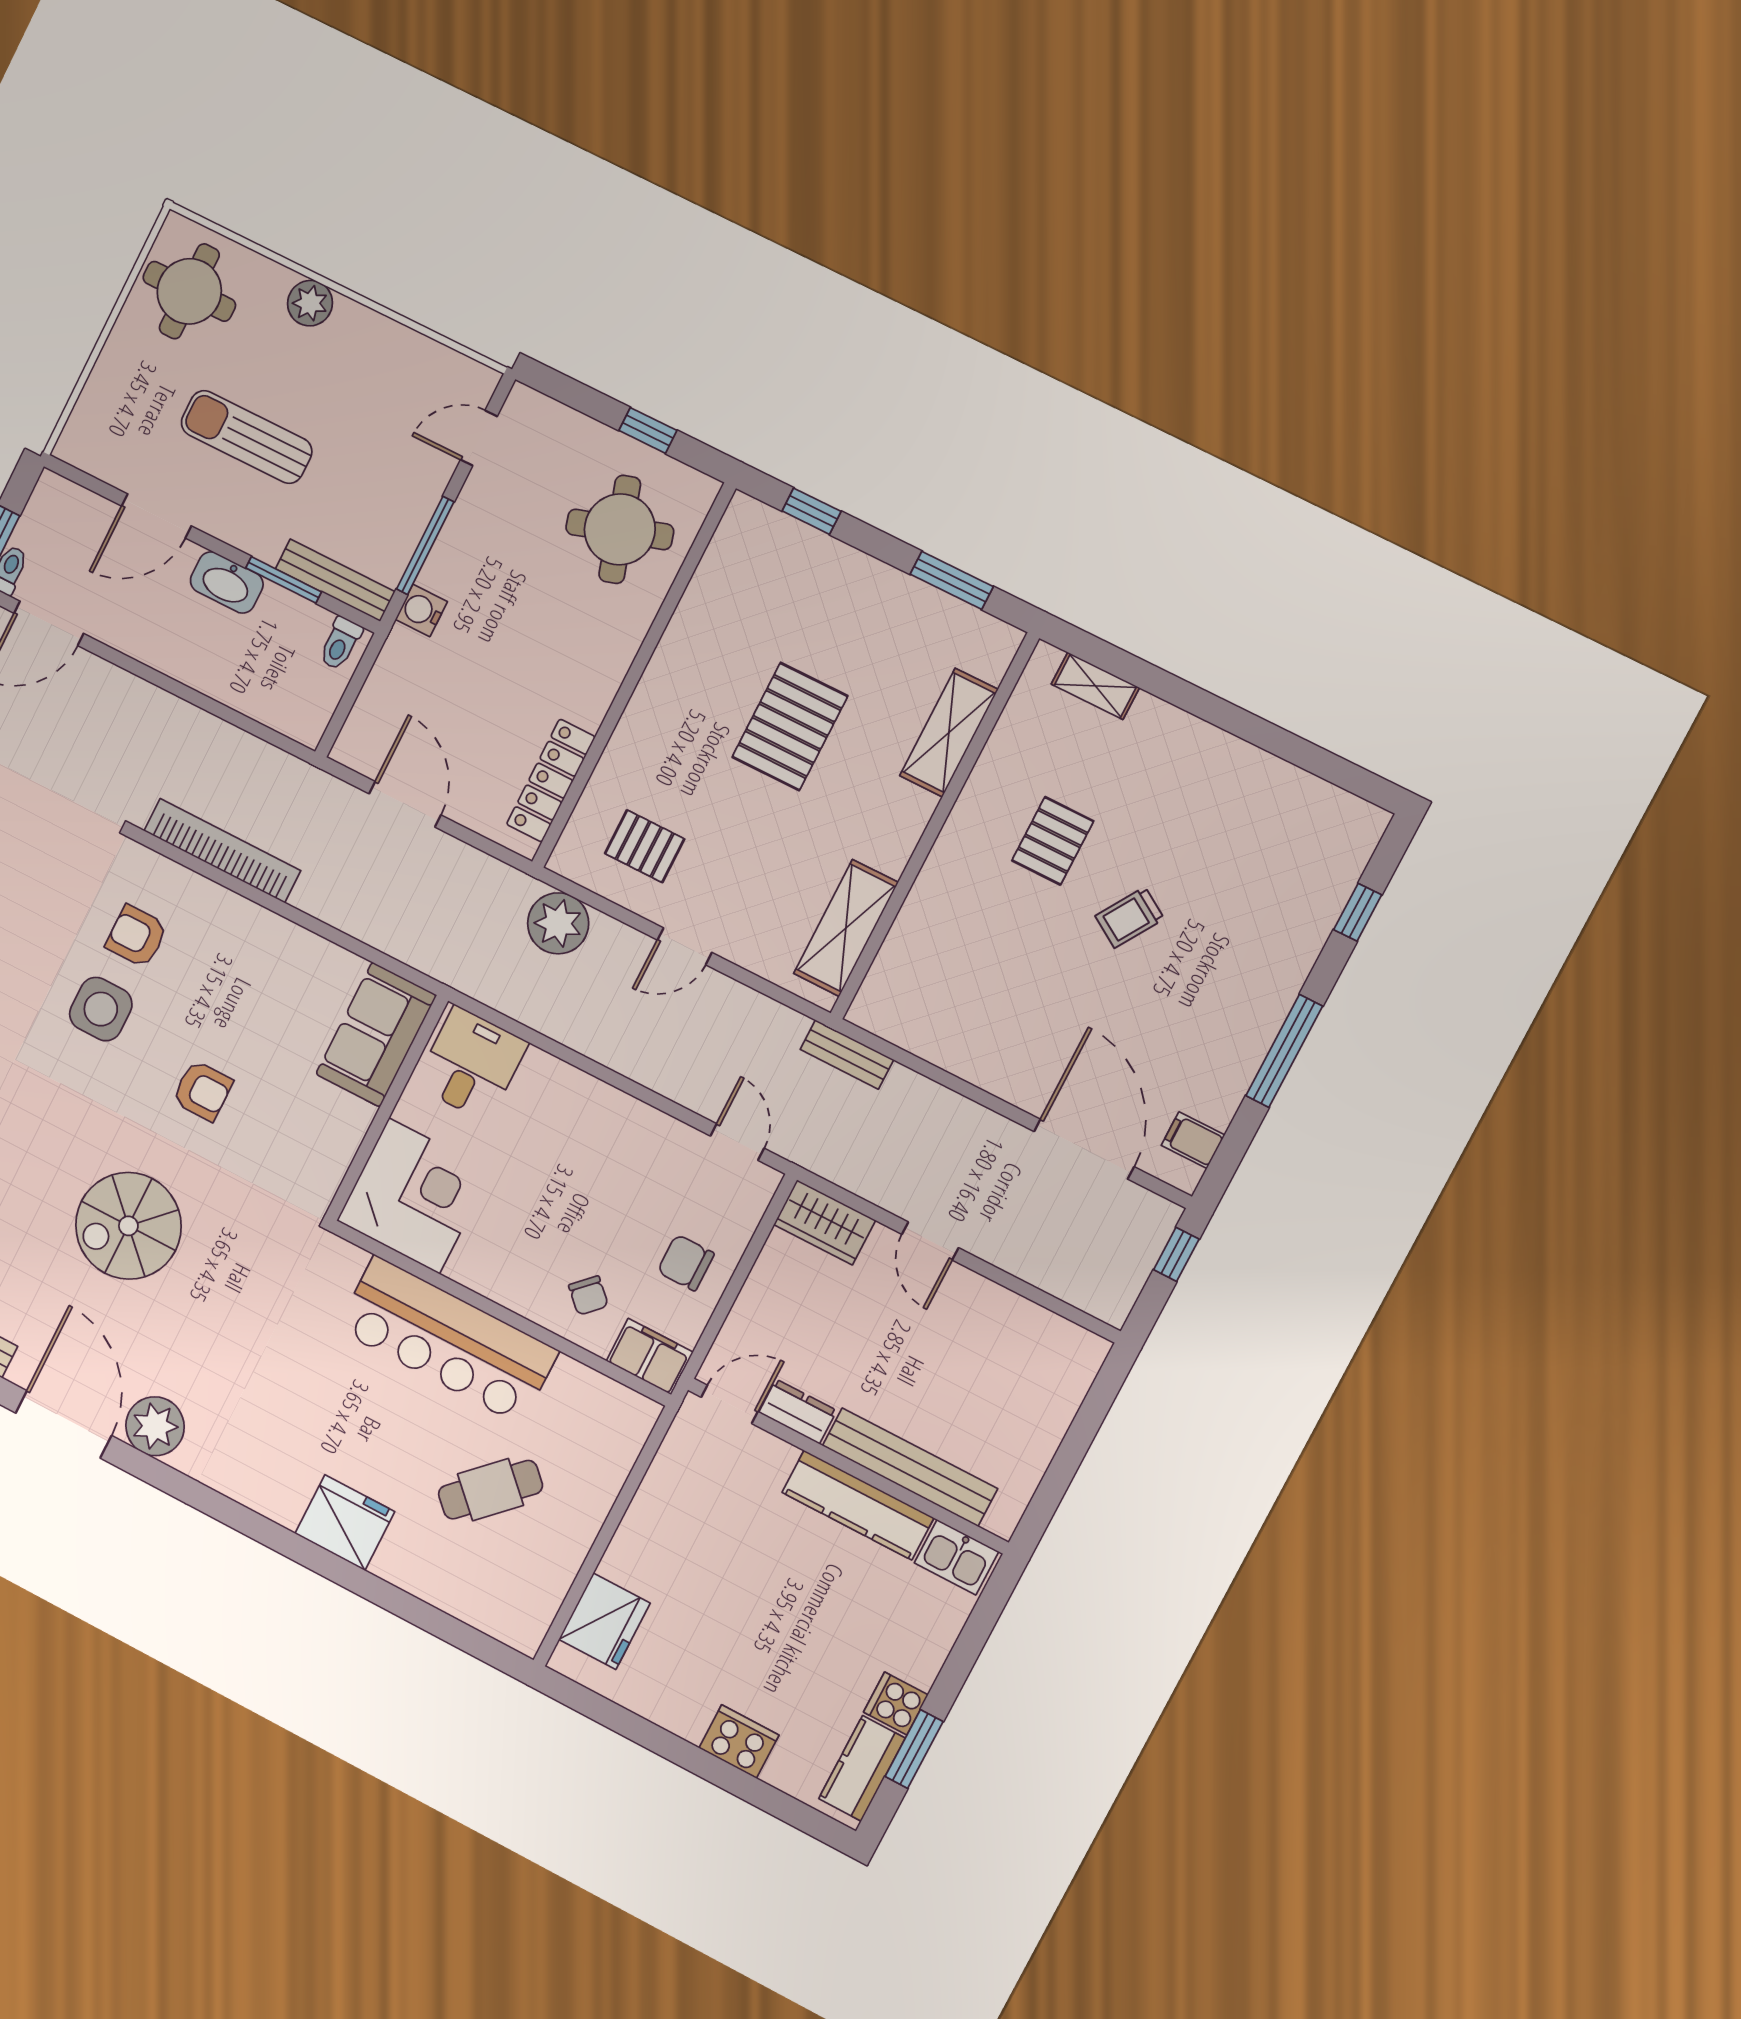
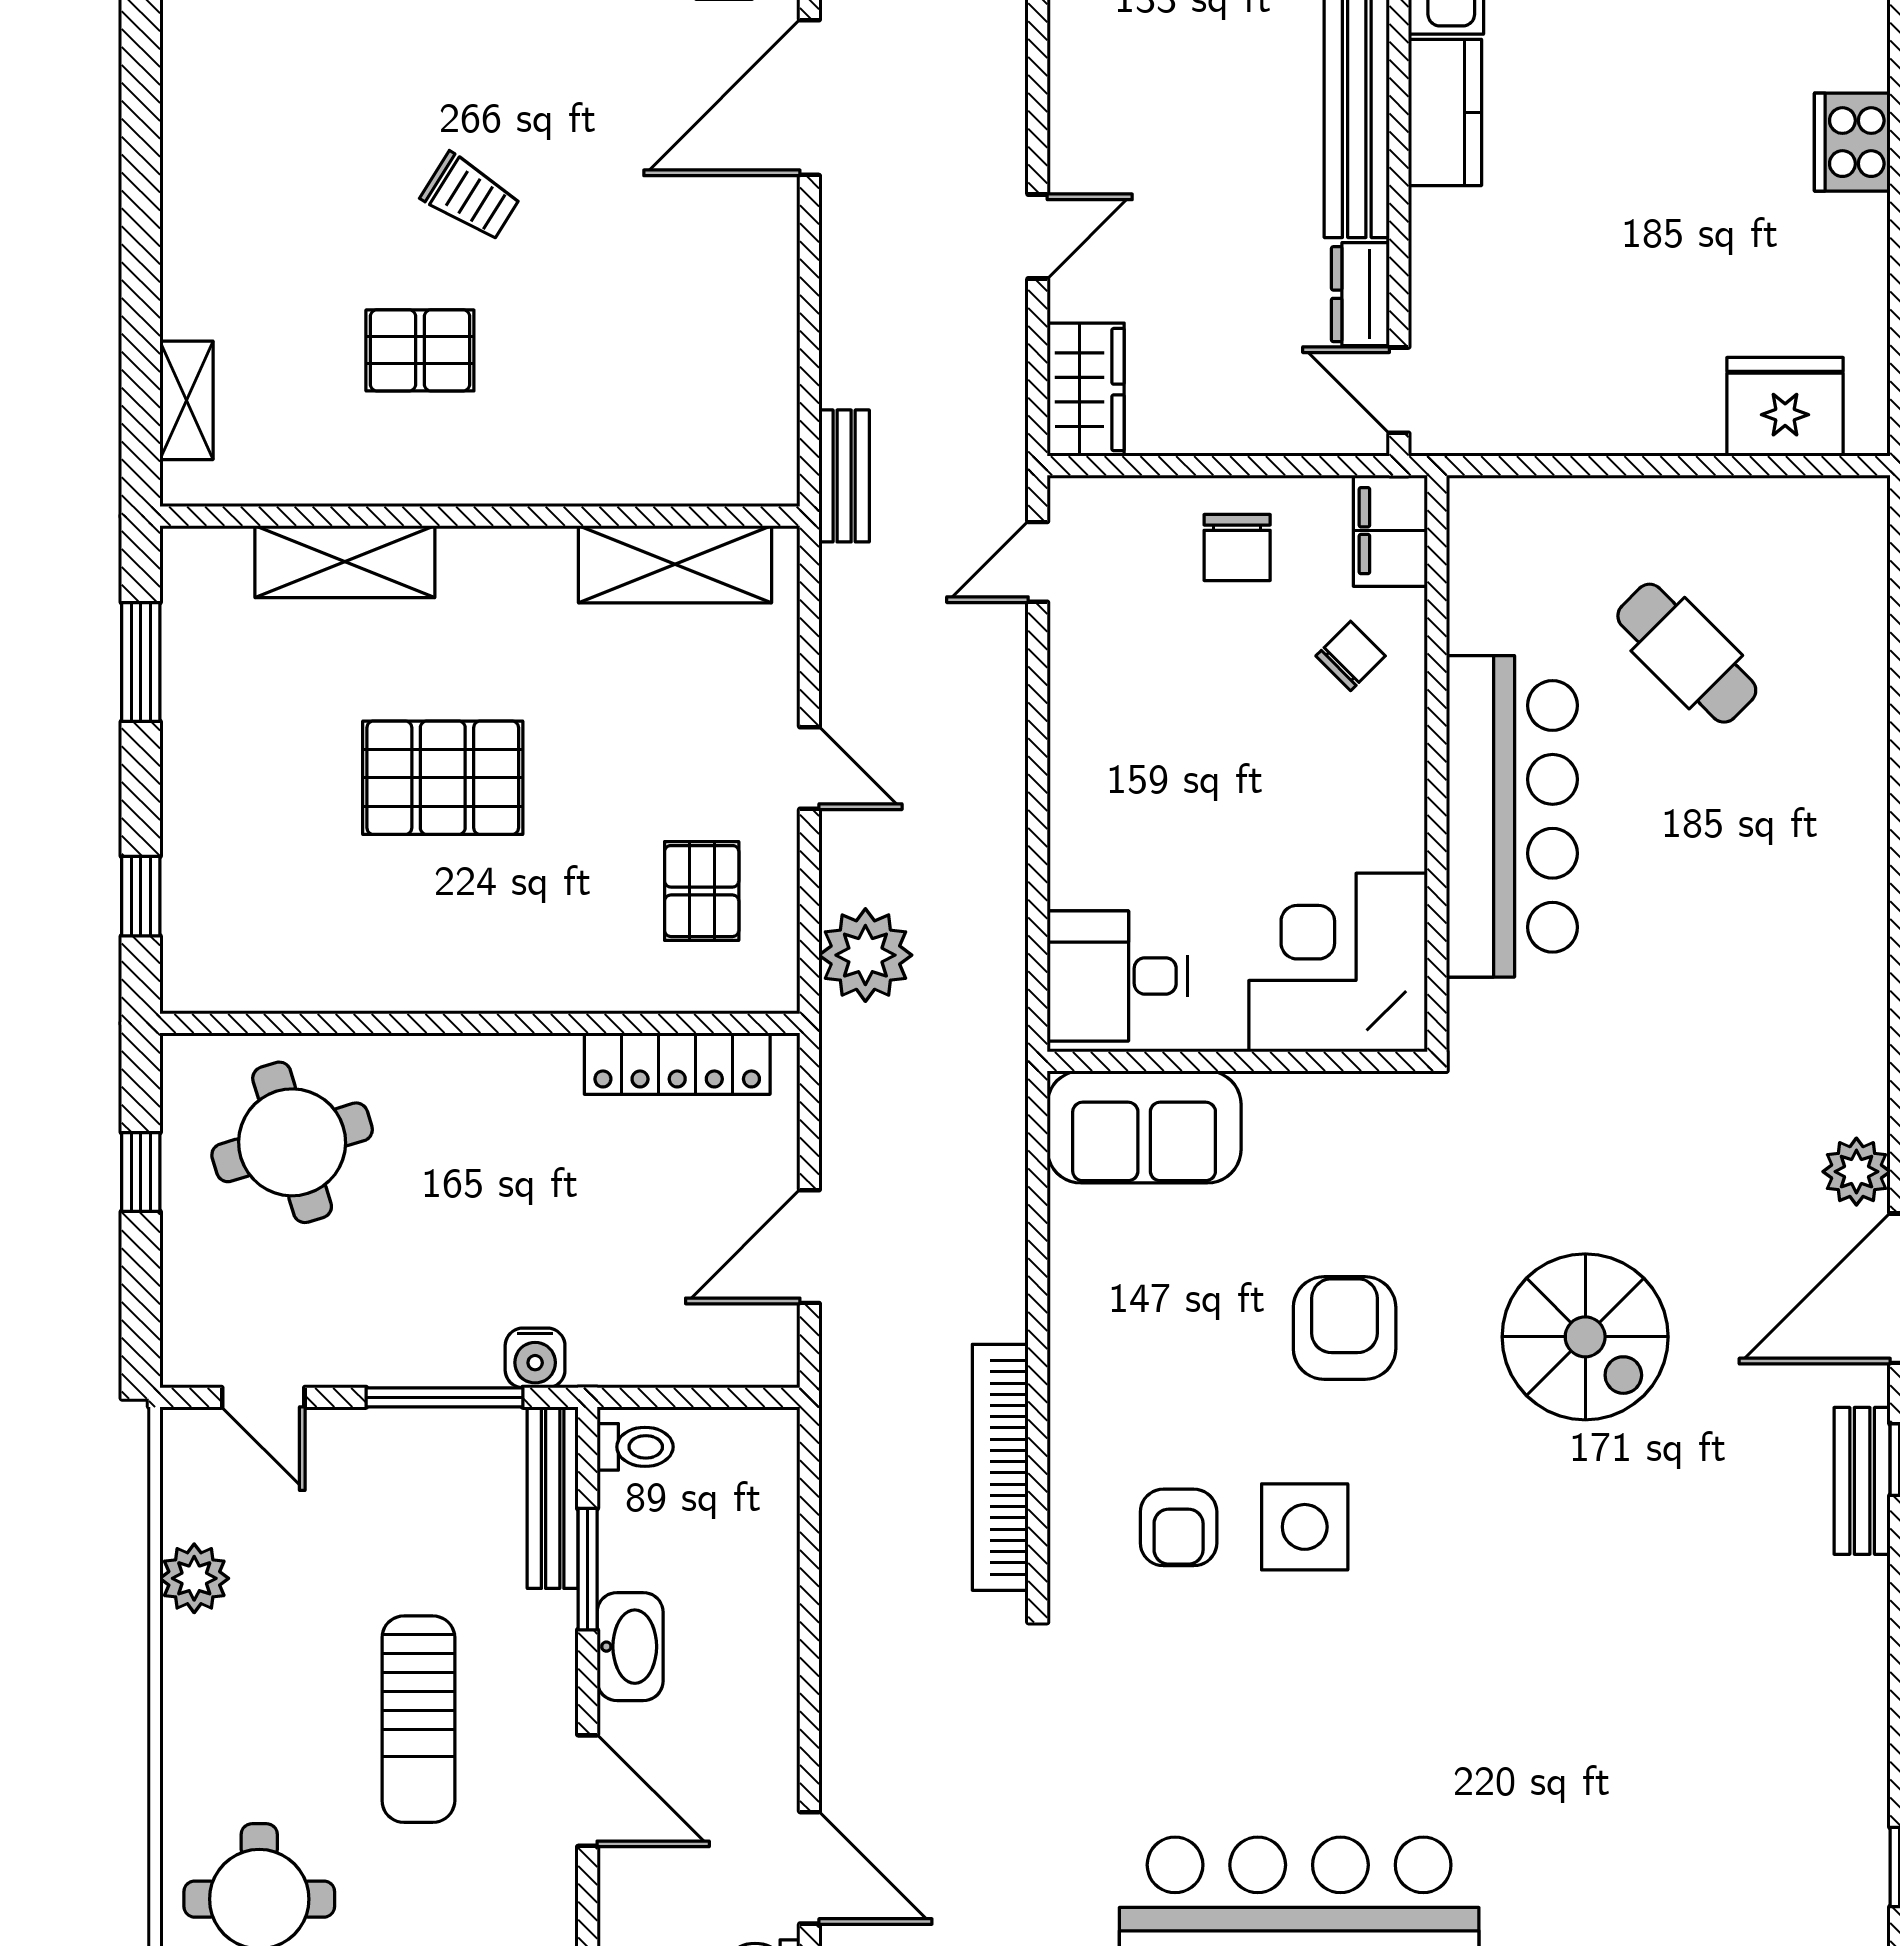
plant: (310, 303) -> (194, 1578), moved
armchair: (202, 1091) -> (1345, 1328), width x1.38, depth x1.38
plant: (155, 1426) -> (1856, 1172), width x0.73, depth x0.73
kitchen counter: (858, 1505) -> (1445, 112), width x0.67
fridge: (345, 1523) -> (1838, 829), removed

